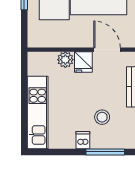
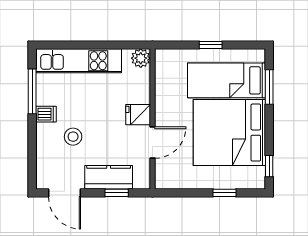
plant: (65, 60) -> (141, 58), moved
window: (105, 152) -> (32, 91), moved

